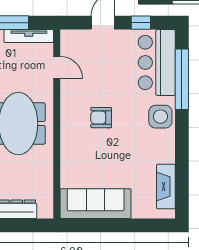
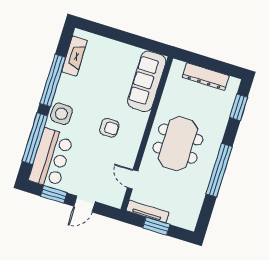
window: (141, 23) -> (54, 194), width x1.50
window: (182, 151) -> (53, 80), added
sofa: (96, 204) -> (147, 81), moved, turned 90

